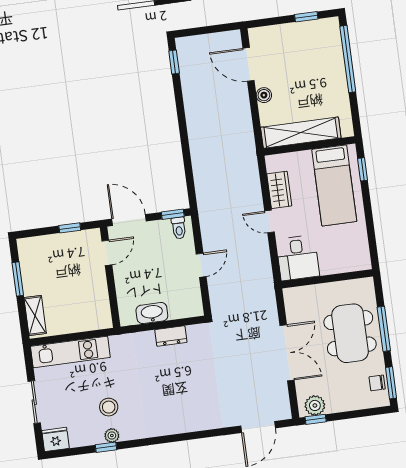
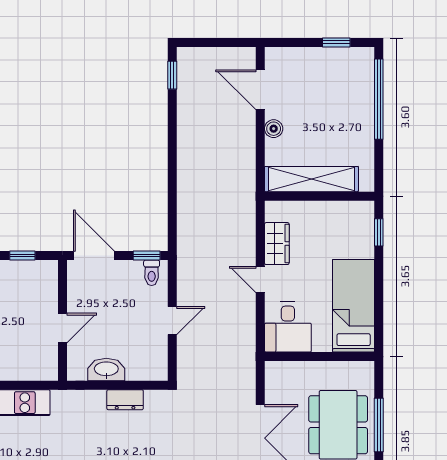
bed: (334, 185) -> (354, 306), moved, turned 180
door: (107, 253) -> (62, 328), moved

